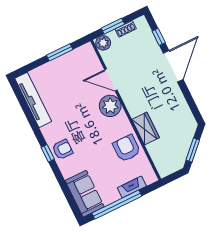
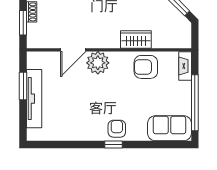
plant: (103, 43) -> (34, 40), removed
tv unit: (33, 100) -> (34, 99), moved, turned 90
fireplace: (132, 187) -> (185, 66), moved

